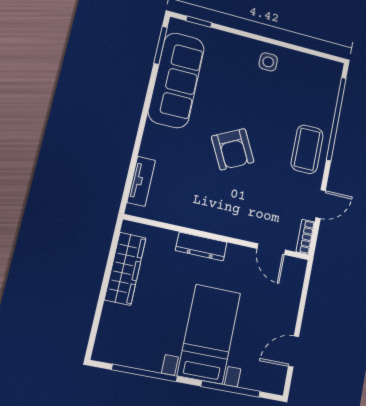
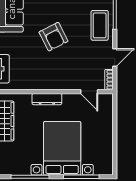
bed with nightstands: (209, 334) -> (62, 148), width x1.36
door: (294, 351) -> (115, 149), removed

